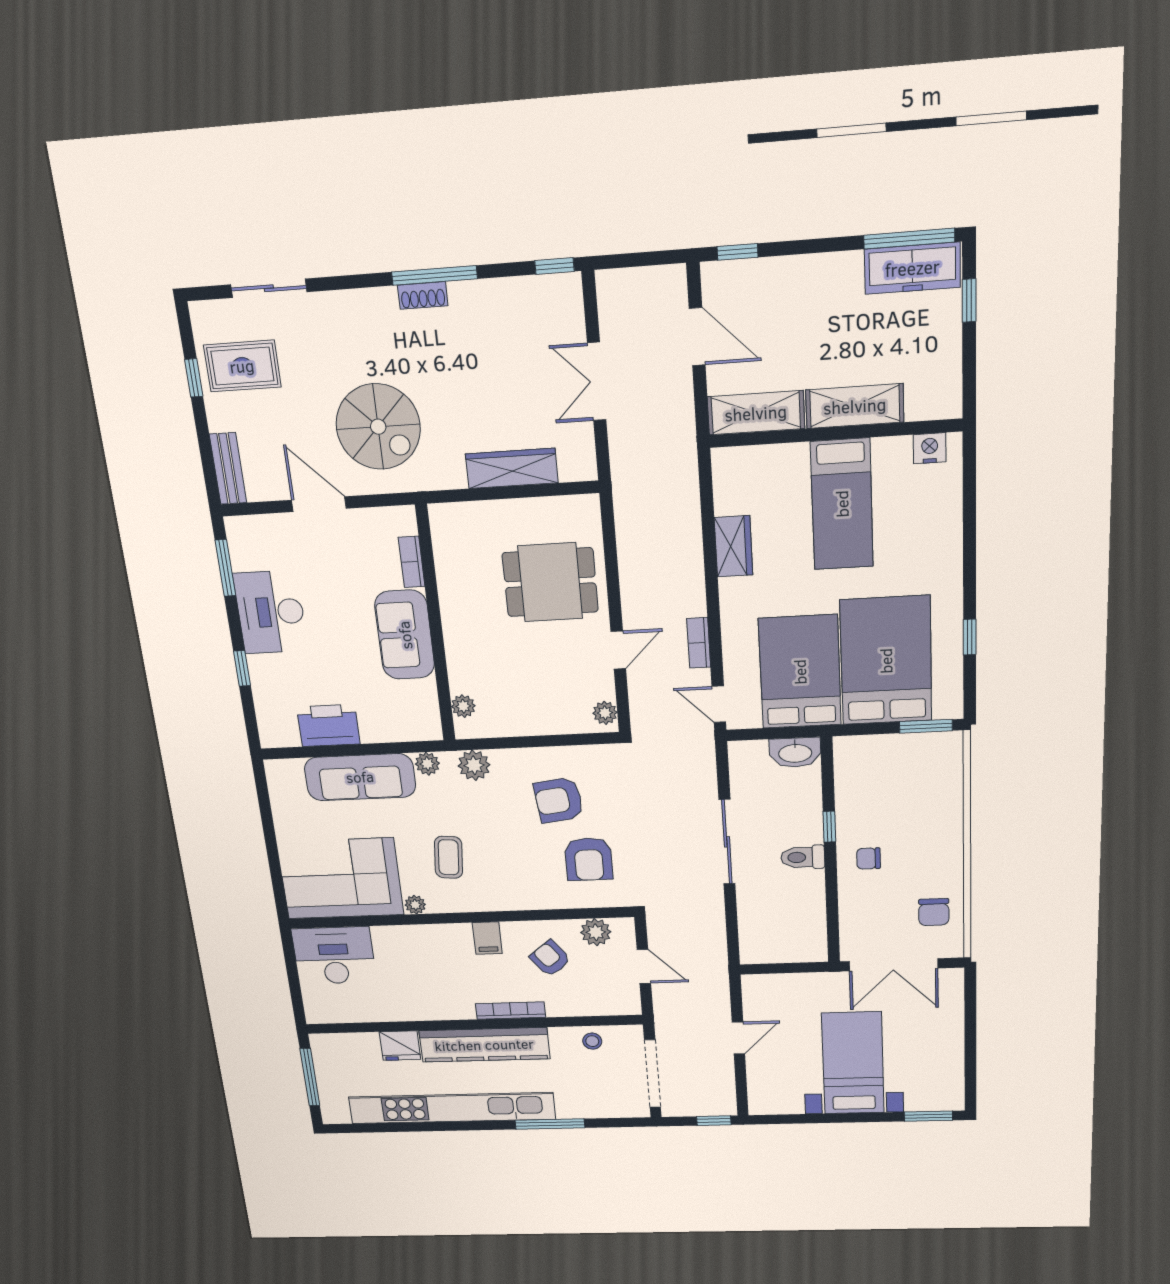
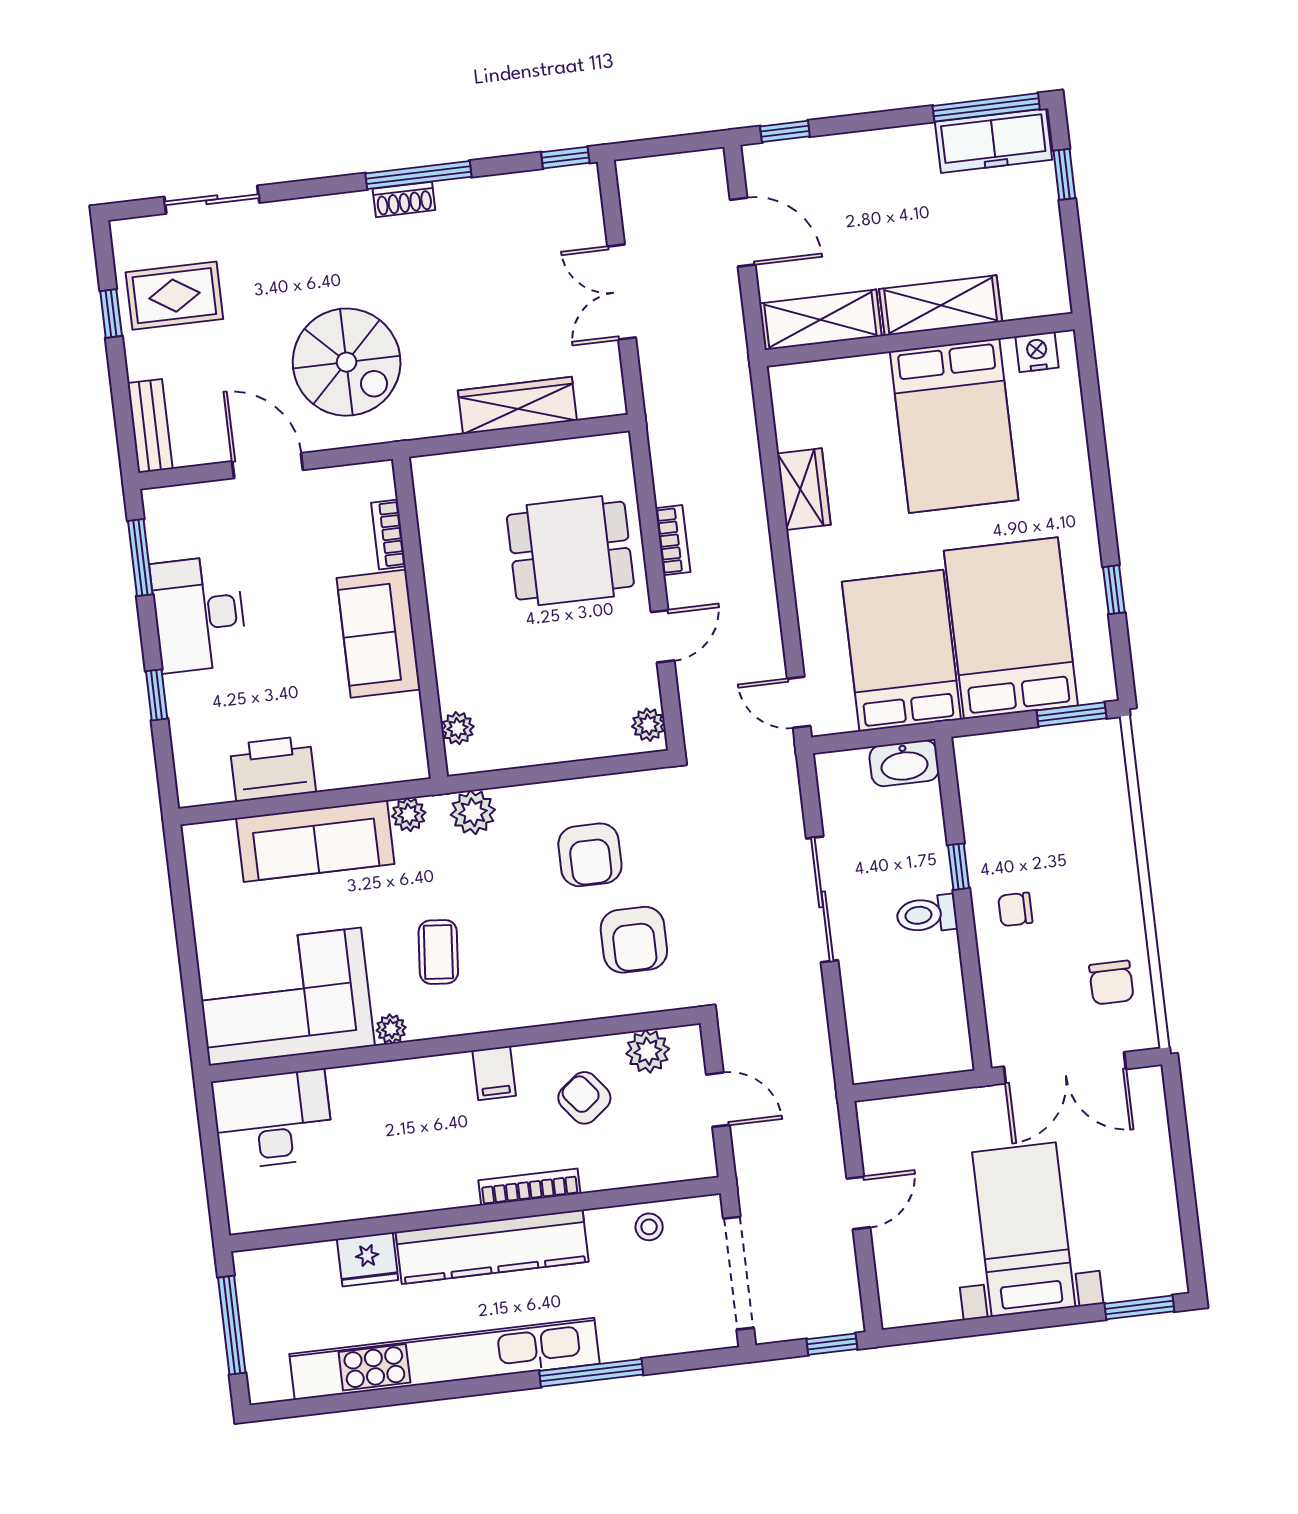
bed: (842, 504) -> (954, 426), width x1.50
bookcase: (699, 643) -> (673, 540), moved, turned 180
armchair: (559, 800) -> (590, 855), turned -83

